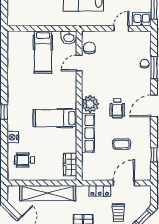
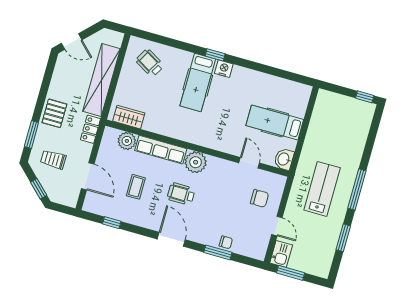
chair: (89, 48) -> (259, 198), moved
hospital bed: (55, 118) -> (198, 82), moved, turned 180
nightstand: (13, 137) -> (224, 69), moved
wheelchair: (24, 160) -> (150, 63), turned -60
plant: (89, 161) -> (127, 141), added
locker: (100, 191) -> (90, 129), moved

